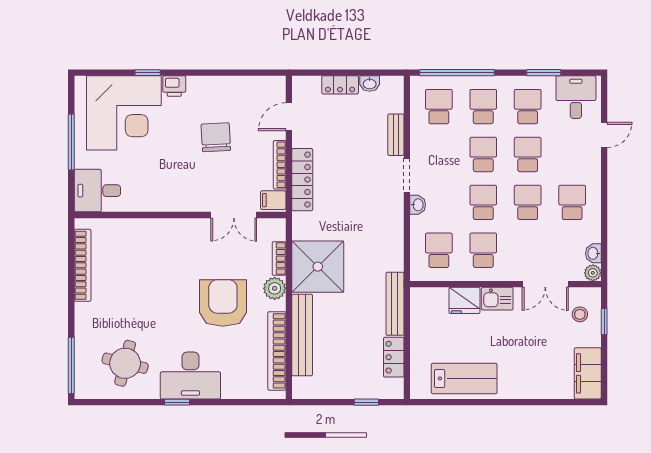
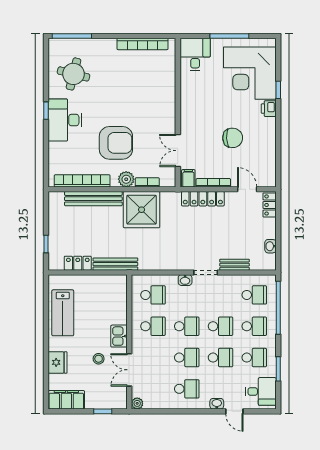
locker: (340, 85) -> (270, 205), moved
washbasin: (593, 253) -> (217, 404), moved
fridge: (464, 300) -> (58, 362), moved, turned 180
stool: (580, 314) -> (99, 359), moved

